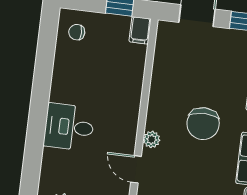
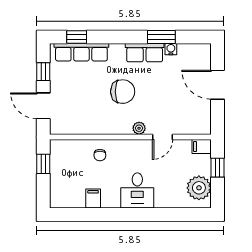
filing cabinet: (140, 30) -> (93, 198), moved, turned -90
chair: (77, 32) -> (100, 155), moved

